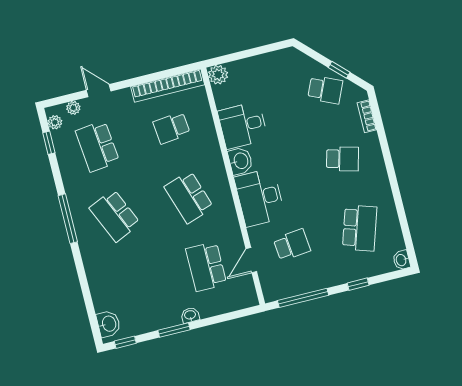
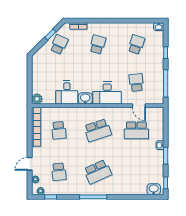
school desk: (97, 146) -> (59, 172), width x0.54
school desk: (360, 228) -> (136, 44), width x0.54

